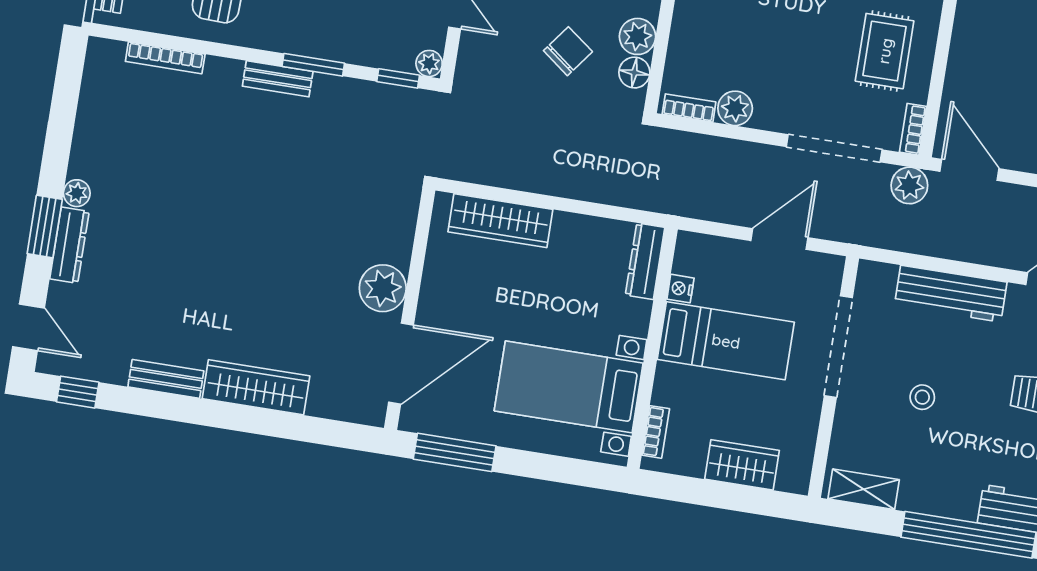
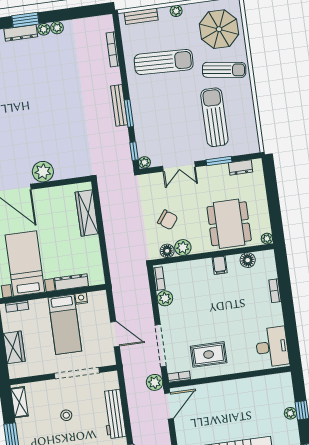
bench: (278, 79) -> (119, 105), width x1.36
plant: (82, 164) -> (57, 28), added
dresser: (645, 261) -> (72, 282), moved

